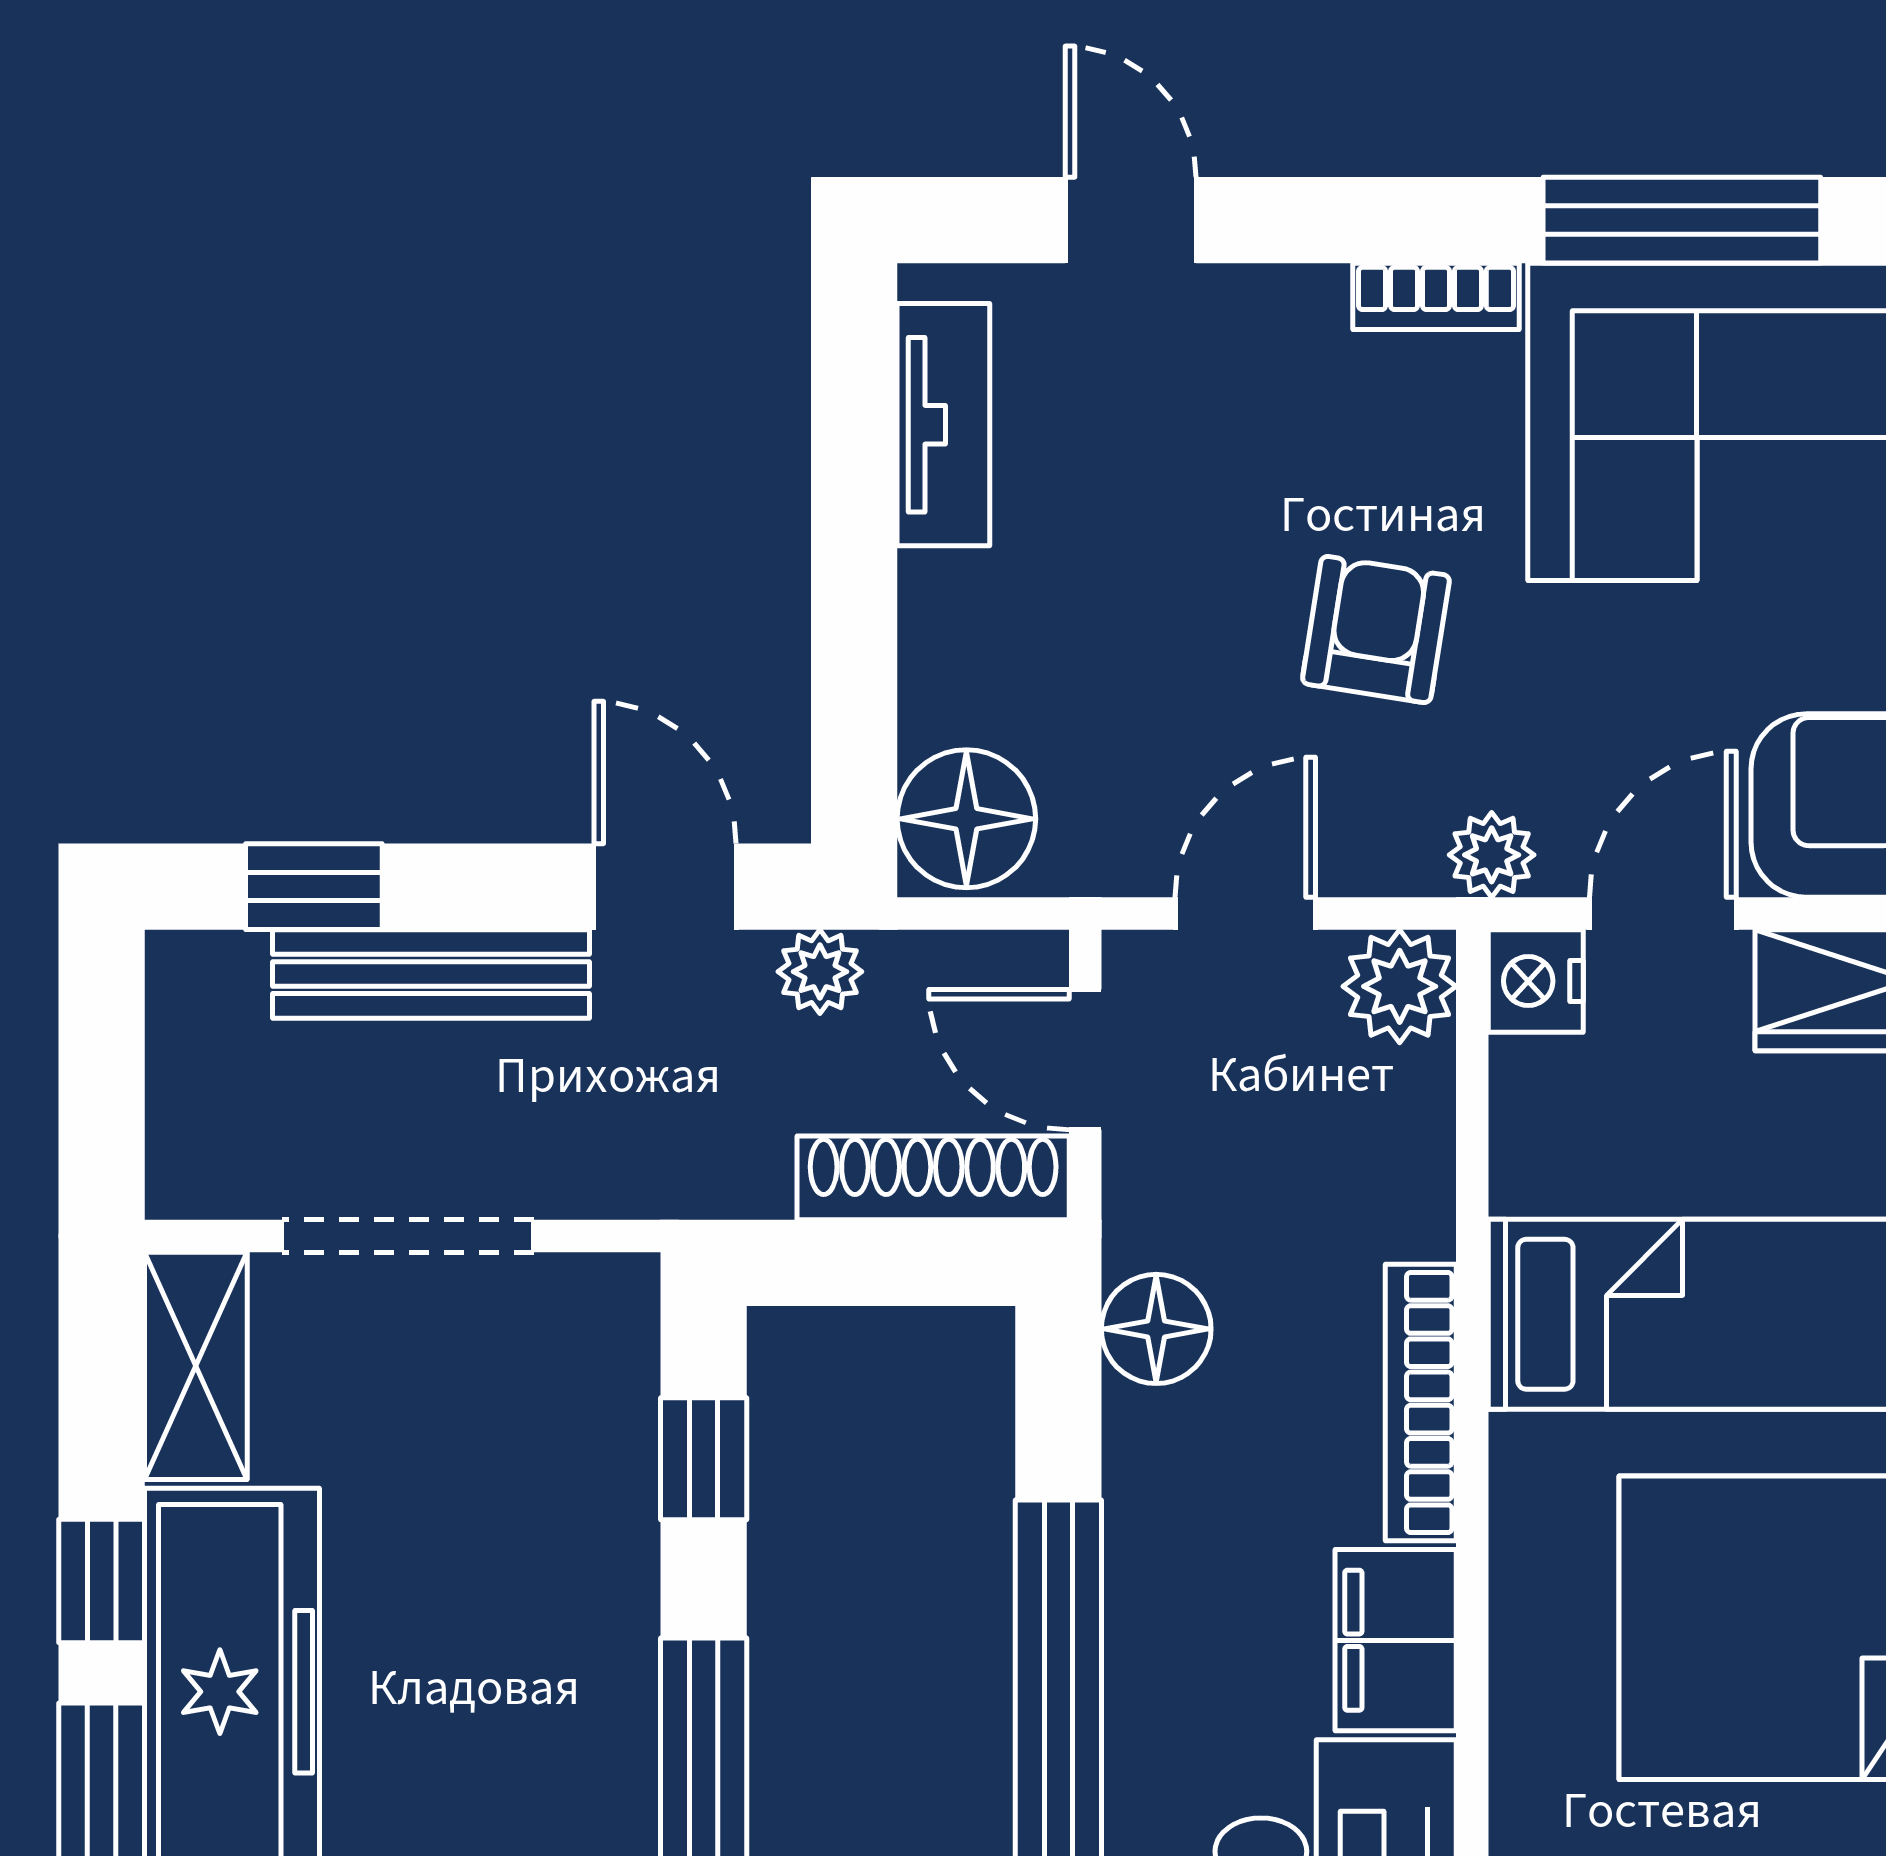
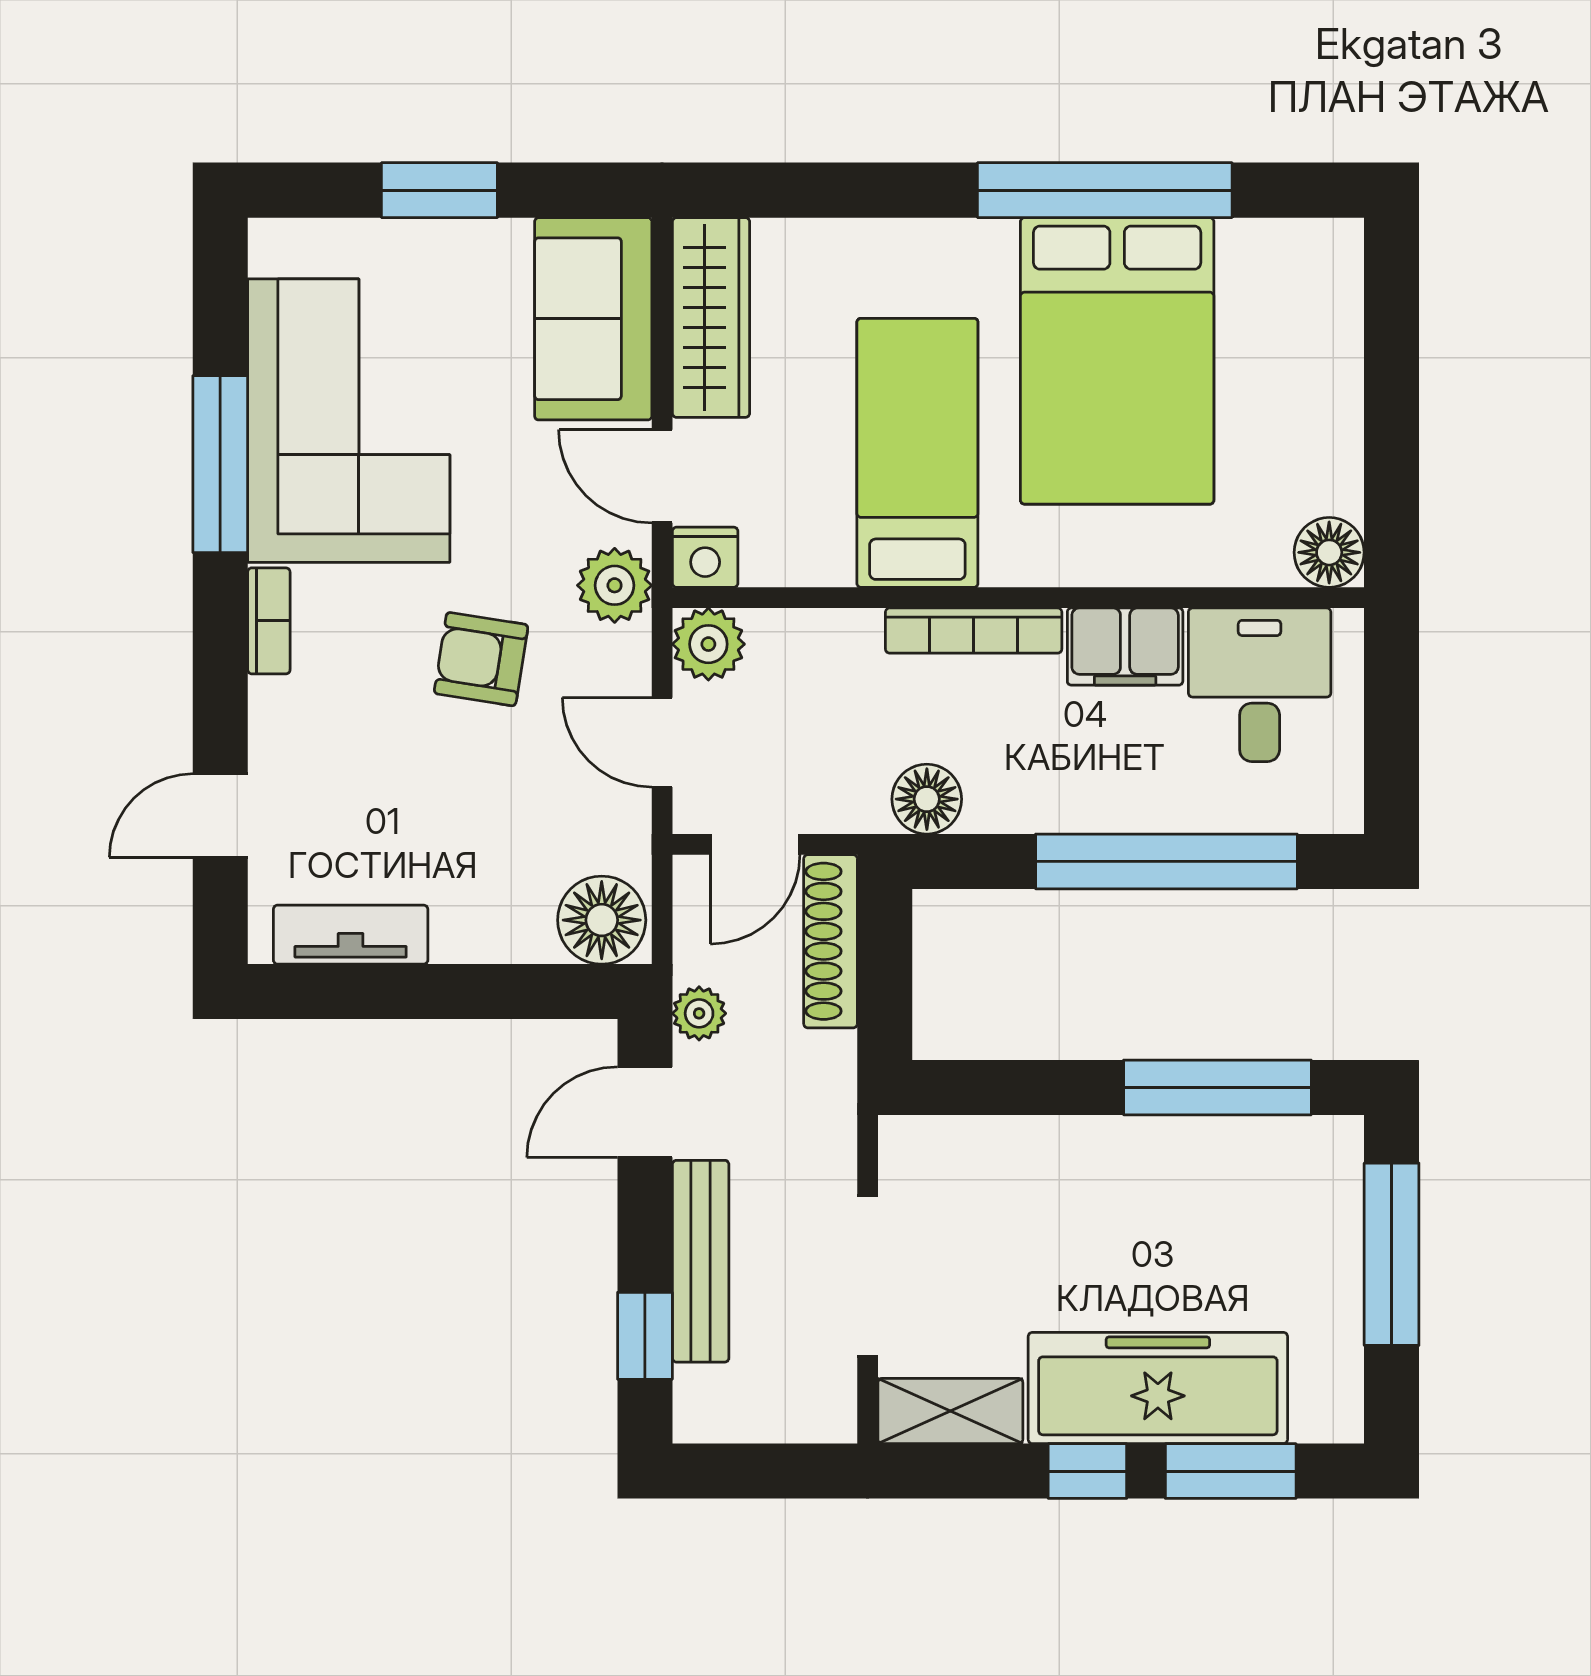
plant: (1492, 855) -> (615, 585), width x1.38, depth x1.38
window: (704, 1459) -> (1009, 1087), removed

